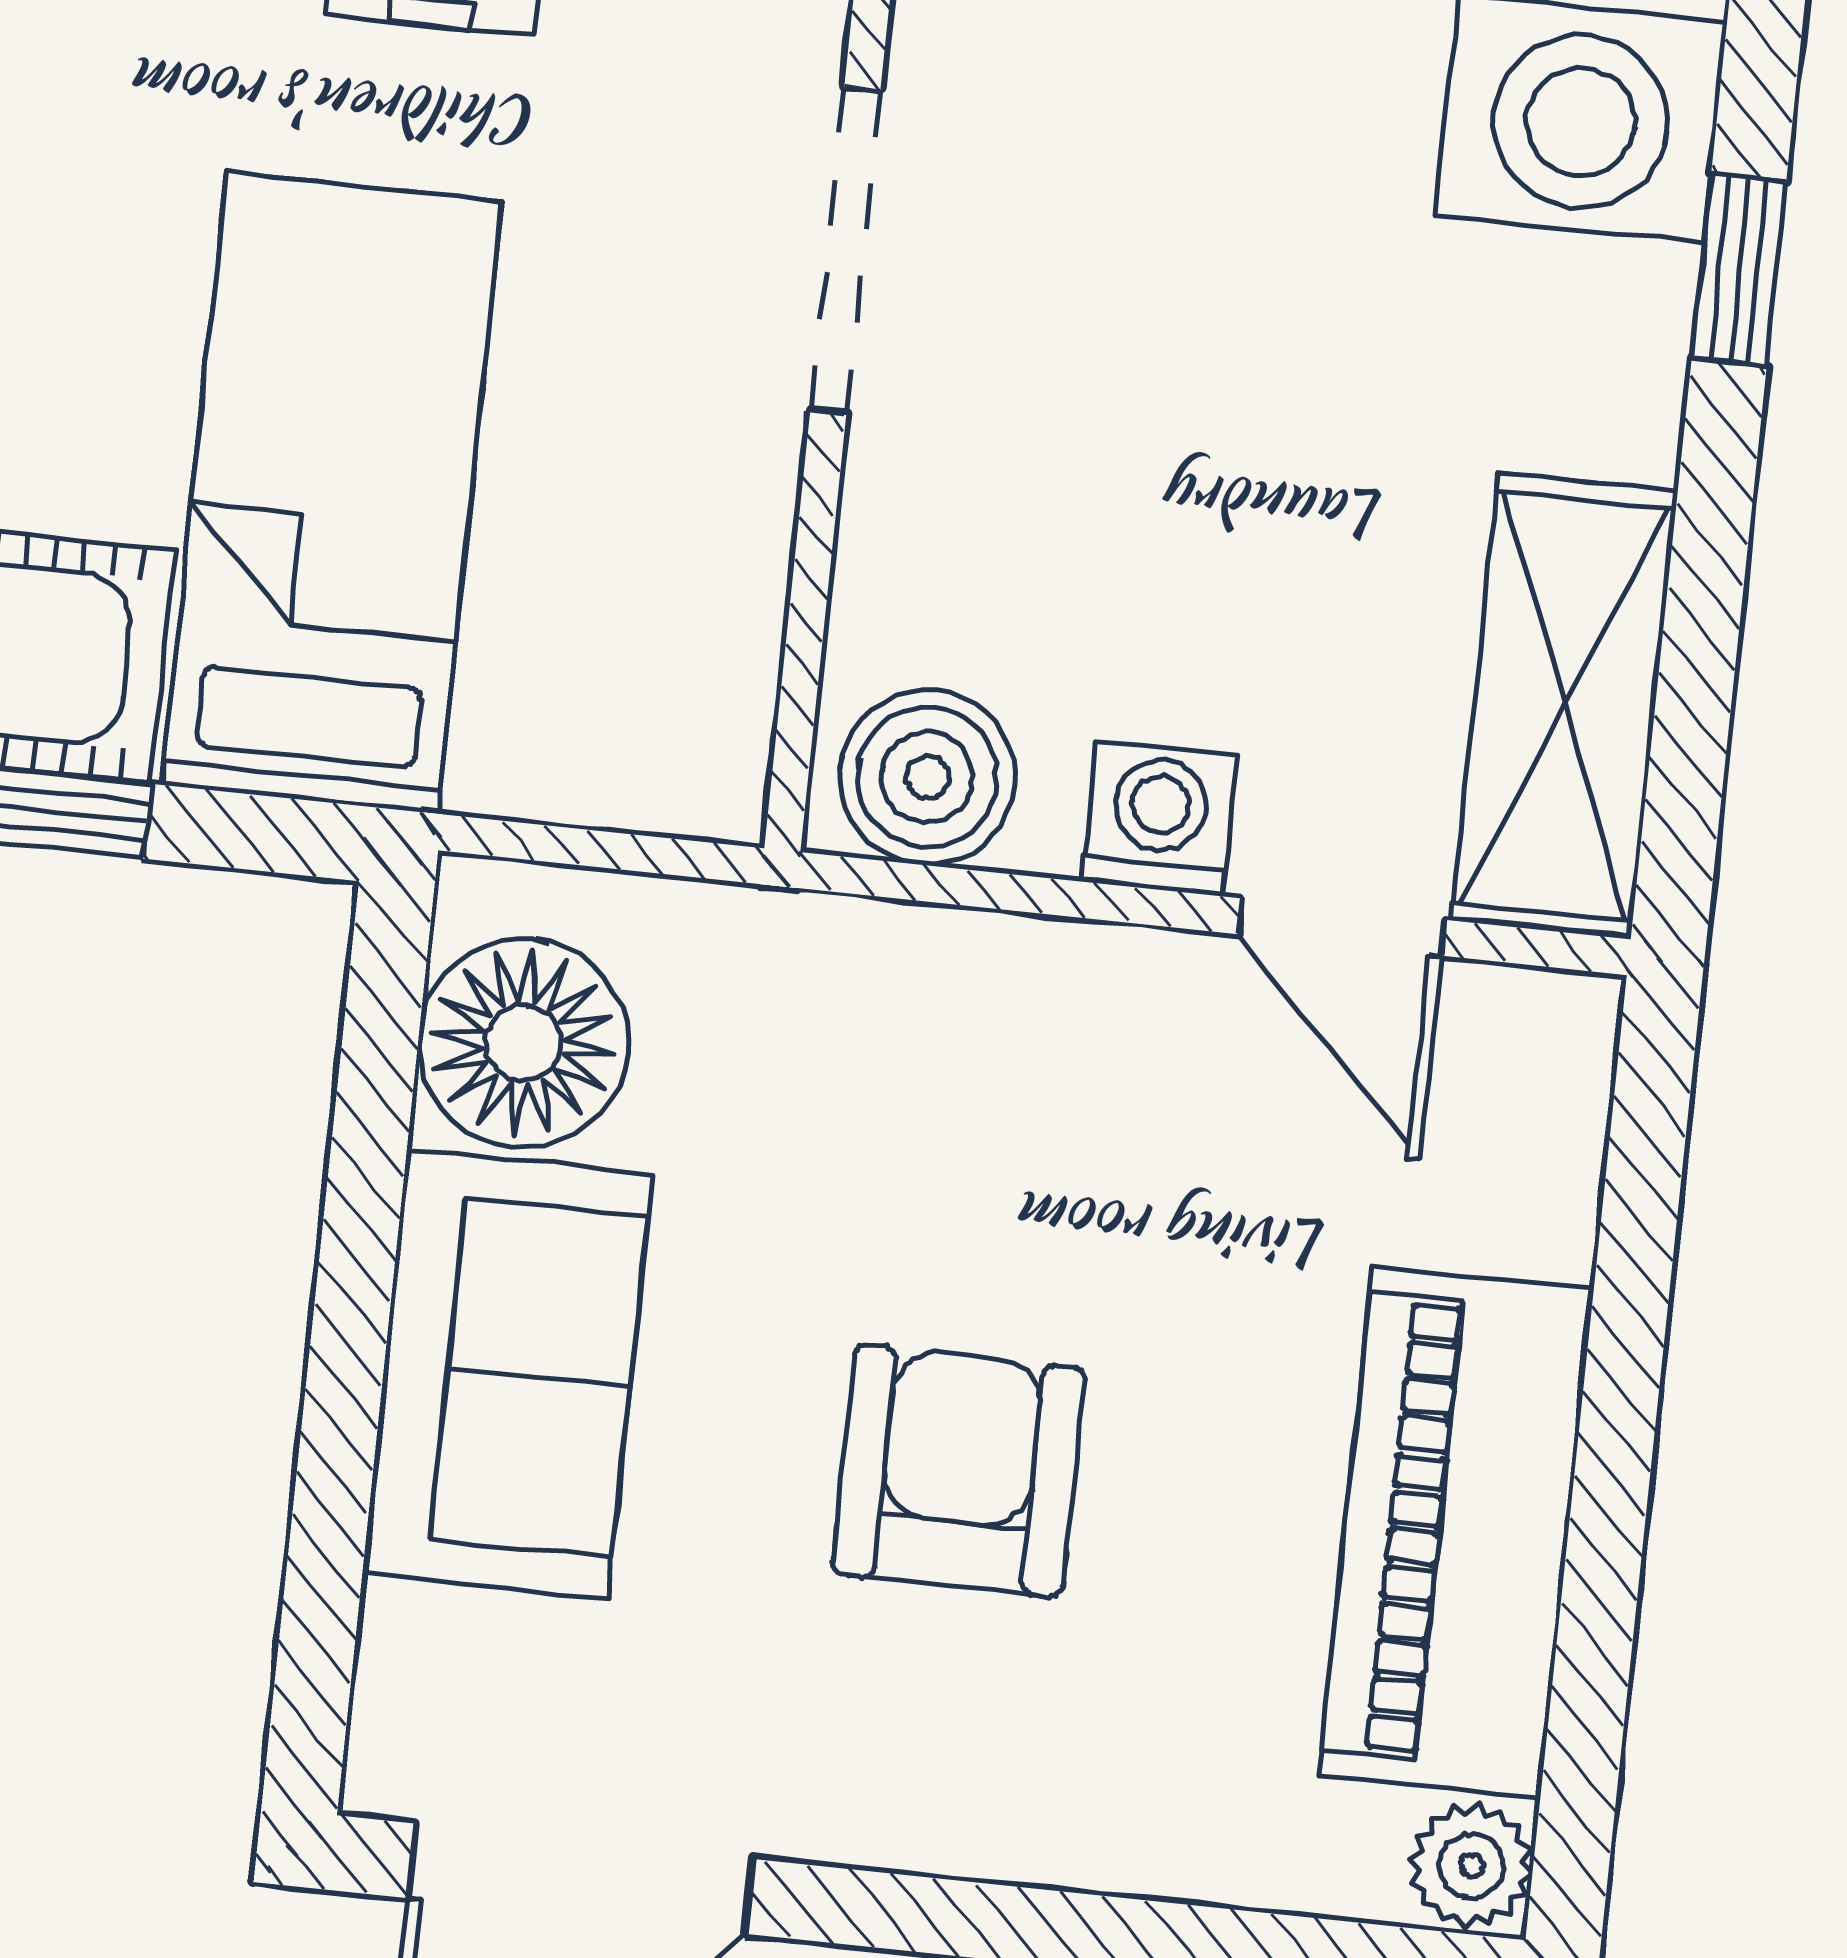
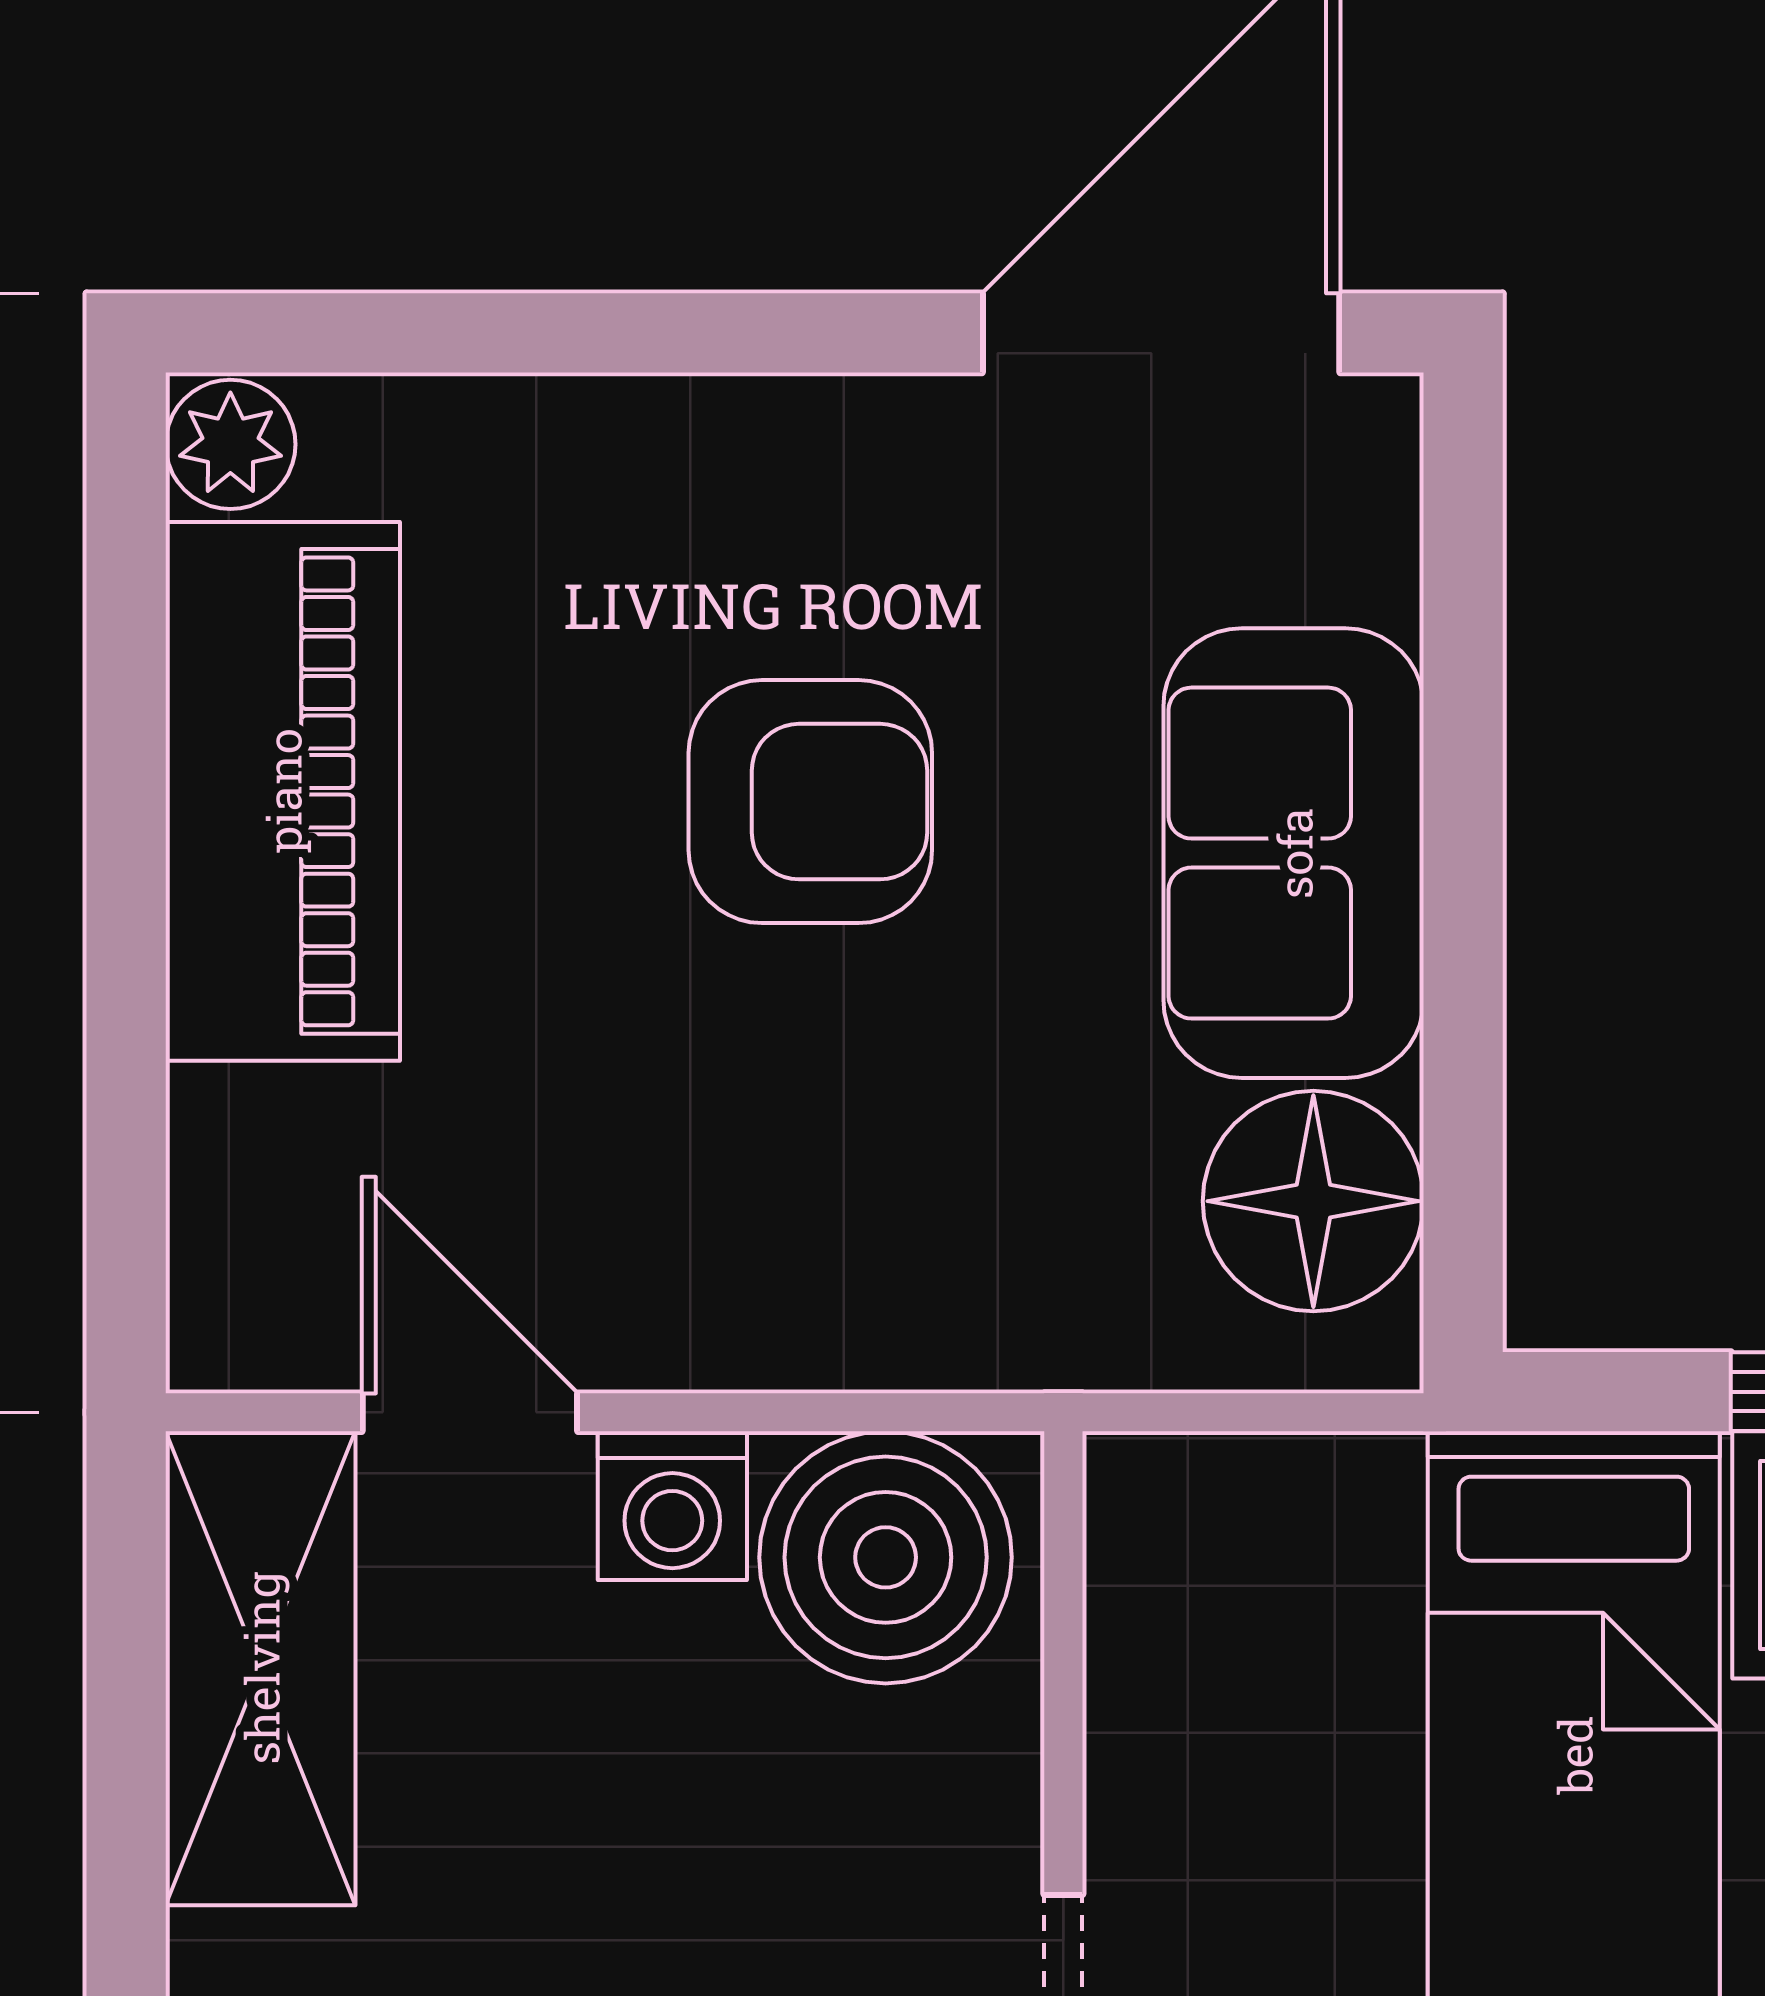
boiler: (927, 777) -> (886, 1557), width x1.37, depth x1.37
armchair: (959, 1470) -> (810, 802), turned -90

